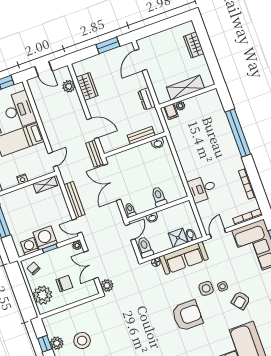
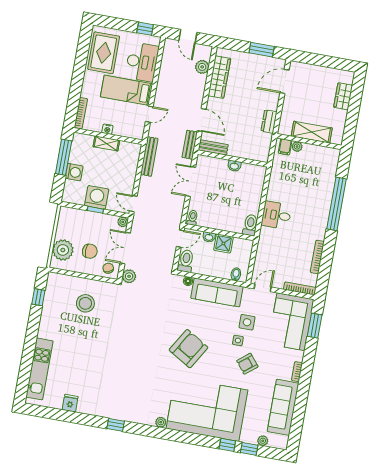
wardrobe: (87, 86) -> (219, 77), width x1.50
bench: (141, 135) -> (213, 147), moved
washbasin: (158, 143) -> (234, 166), moved
door: (53, 160) -> (149, 114), moved
double door: (112, 182) -> (191, 181), width x0.73
shelving: (45, 185) -> (106, 143), moved
desk: (202, 189) -> (276, 215), moved
toilet: (159, 197) -> (250, 225), moved
bench: (75, 200) -> (149, 156), moved
shower: (178, 238) -> (223, 243), moved
washing machine: (29, 246) -> (74, 172), moved, turned 90
chair: (34, 268) -> (108, 268), moved
side table: (206, 288) -> (247, 322), moved
armchair: (187, 315) -> (188, 349), turned -59
stool: (82, 341) -> (85, 303), moved
plant: (57, 343) -> (50, 303), removed

